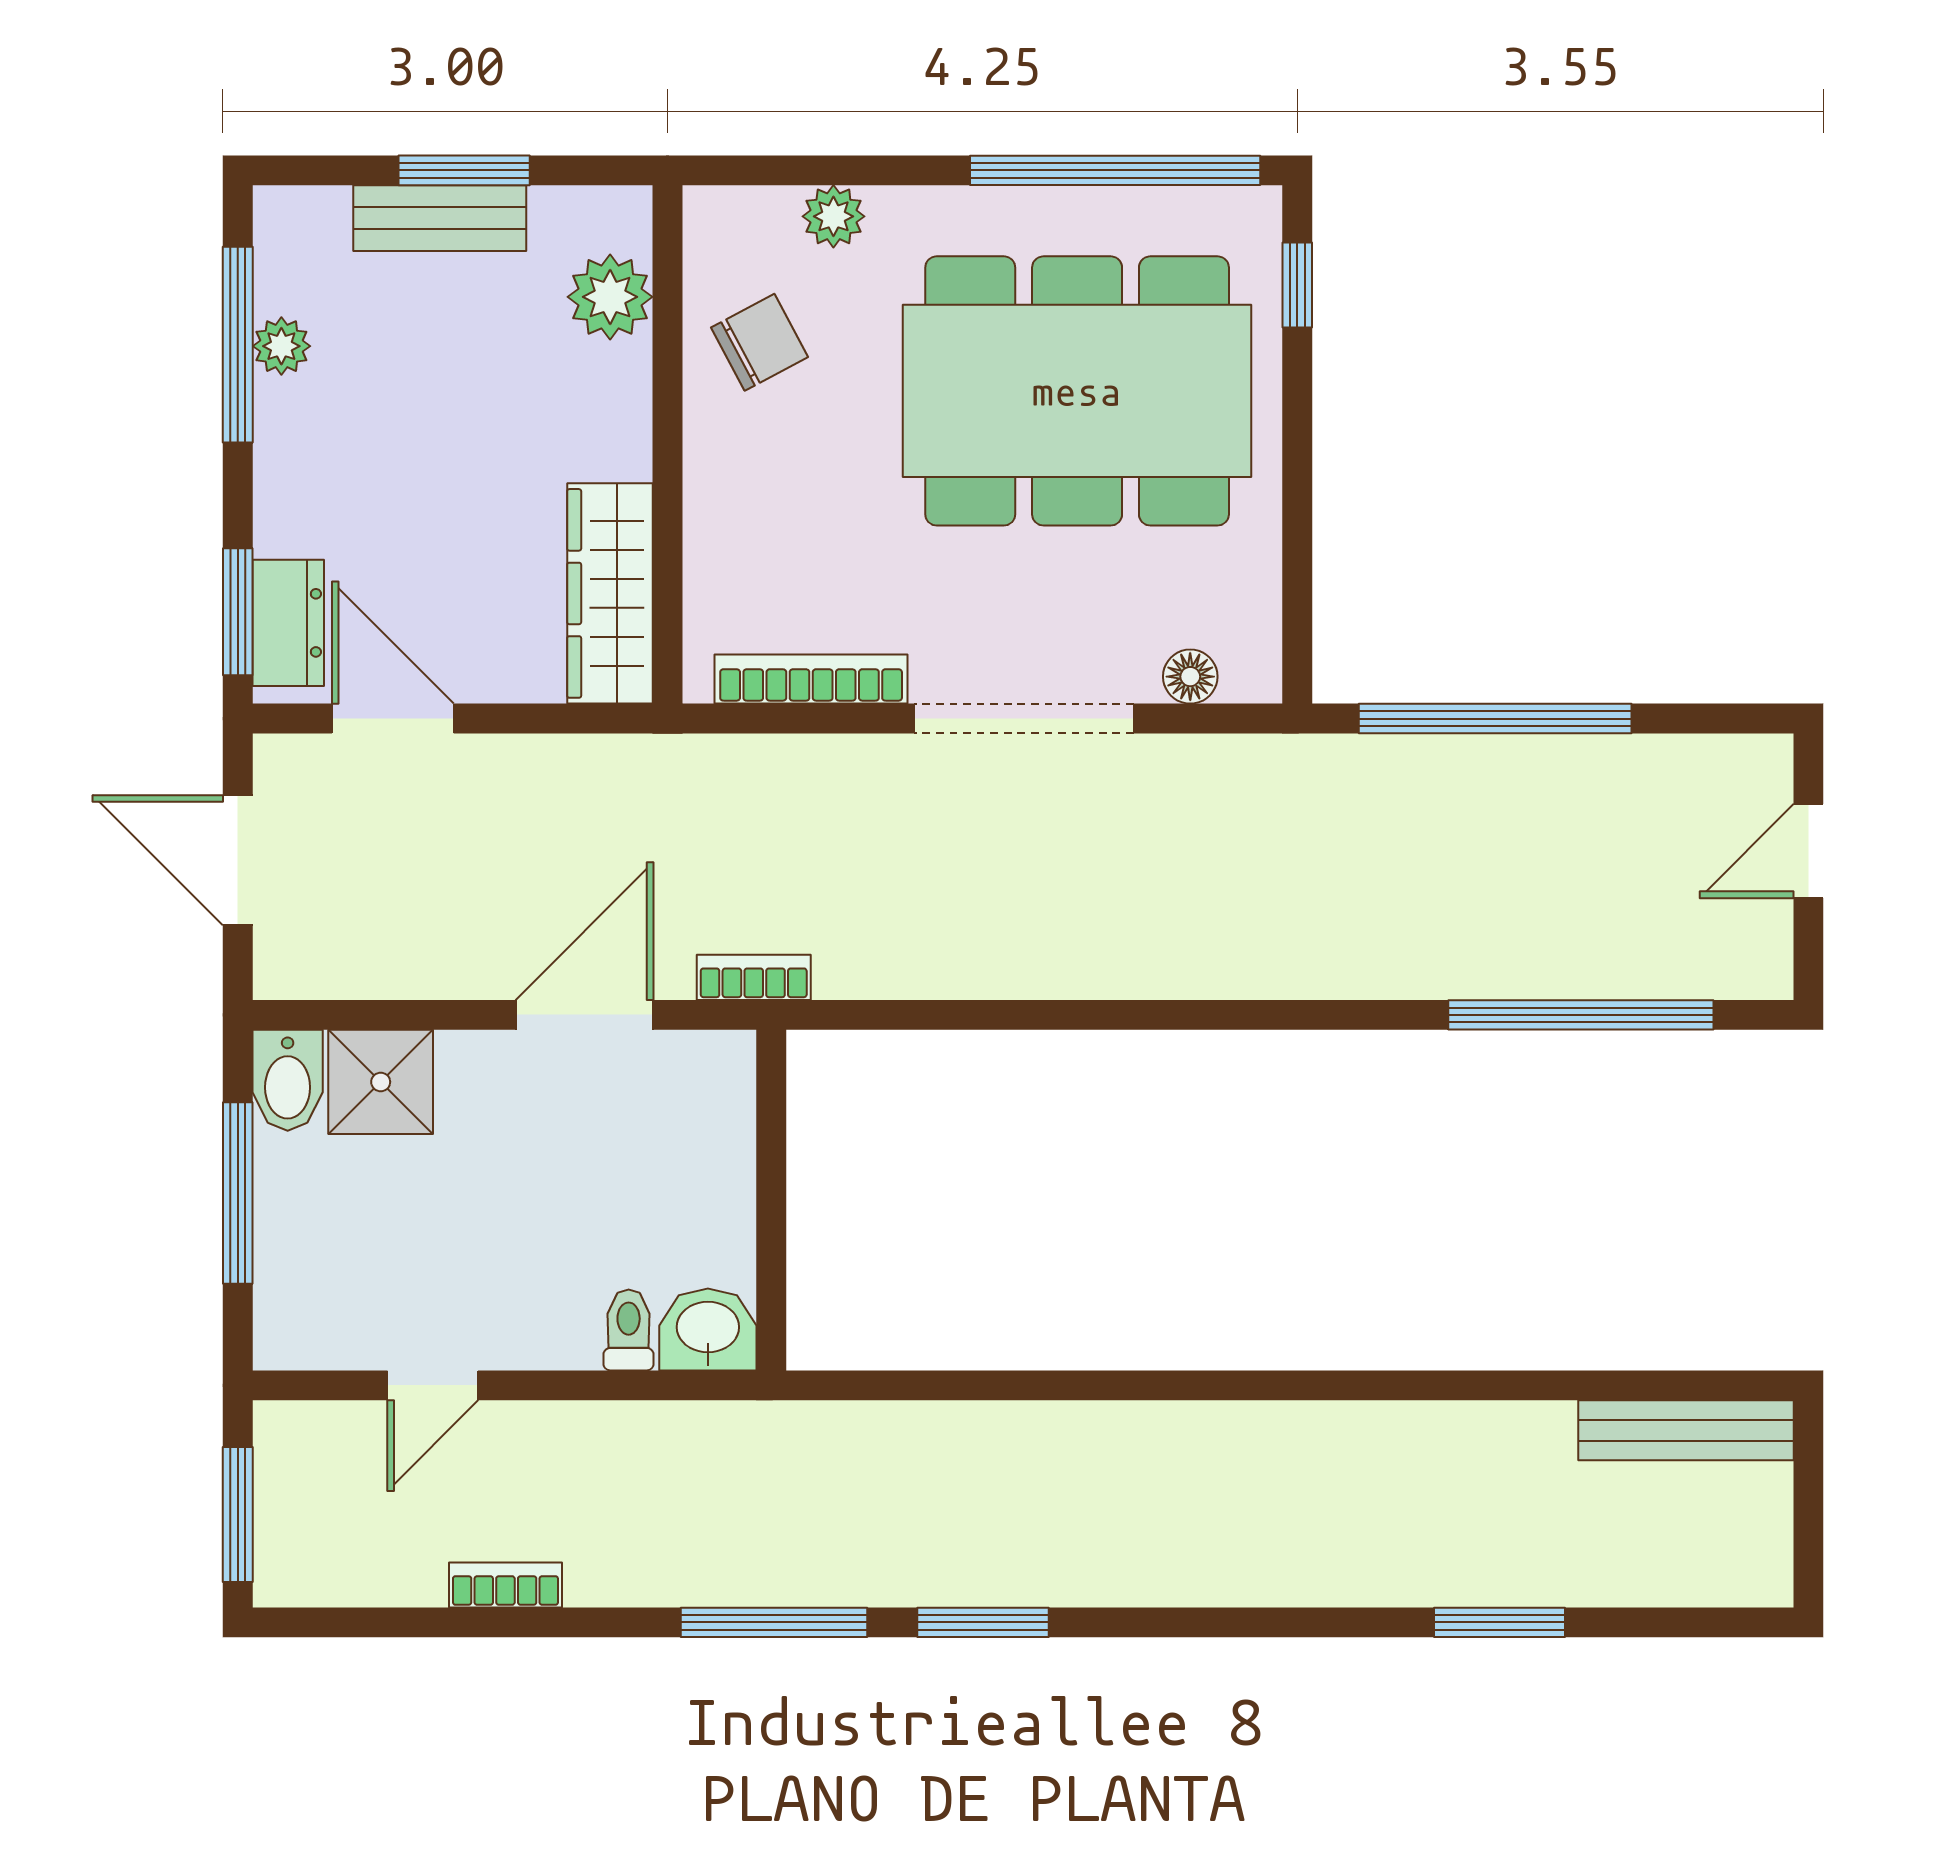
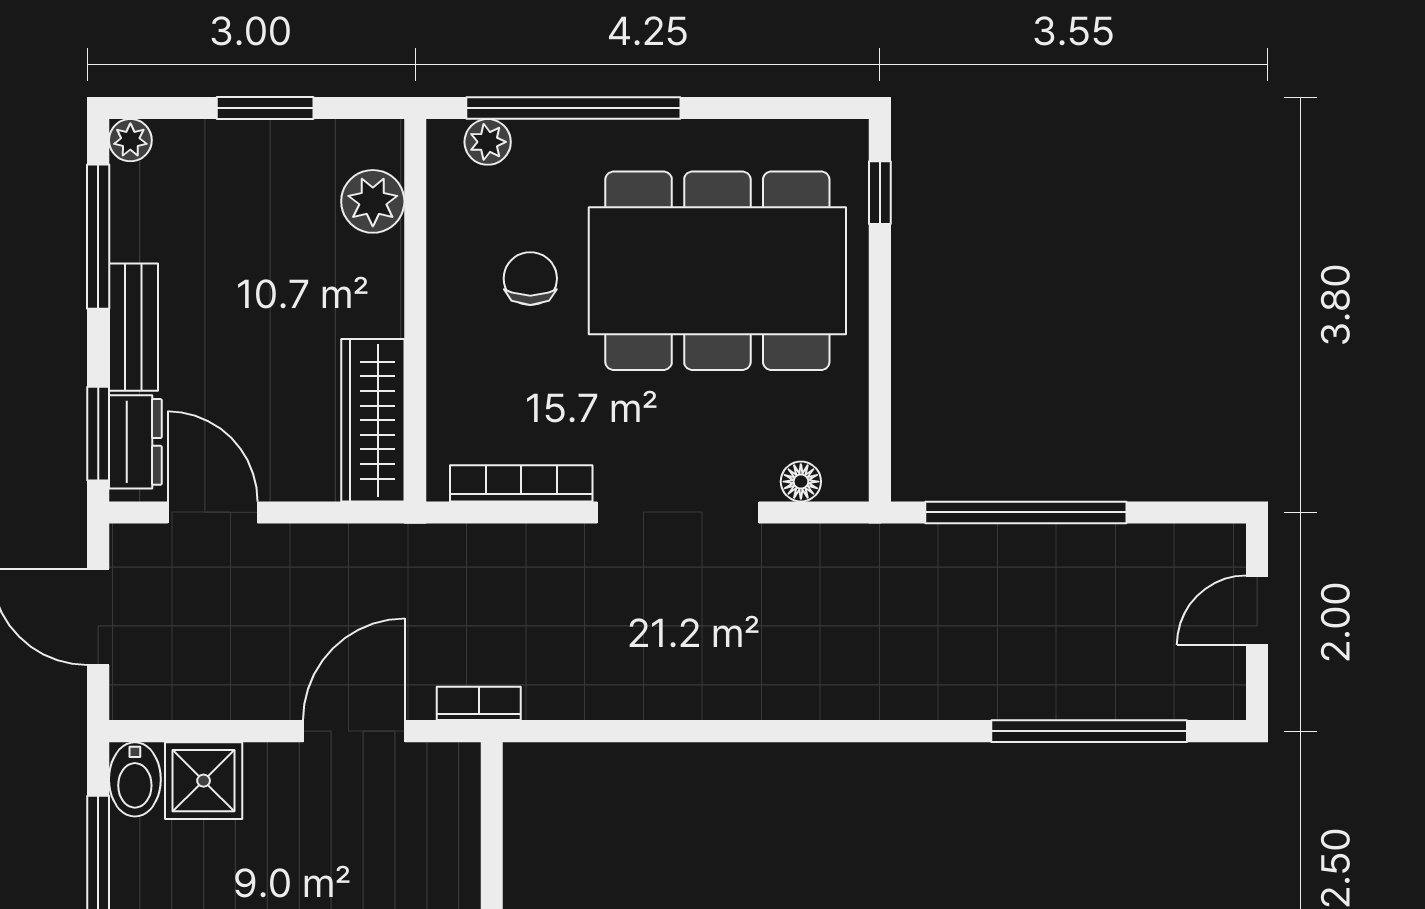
window: (1115, 170) -> (573, 108), moved
plant: (833, 216) -> (488, 142), moved
bench: (440, 218) -> (133, 327), moved, turned 90
chair: (759, 342) -> (530, 279), moved, turned -62
plant: (281, 346) -> (130, 140), moved

